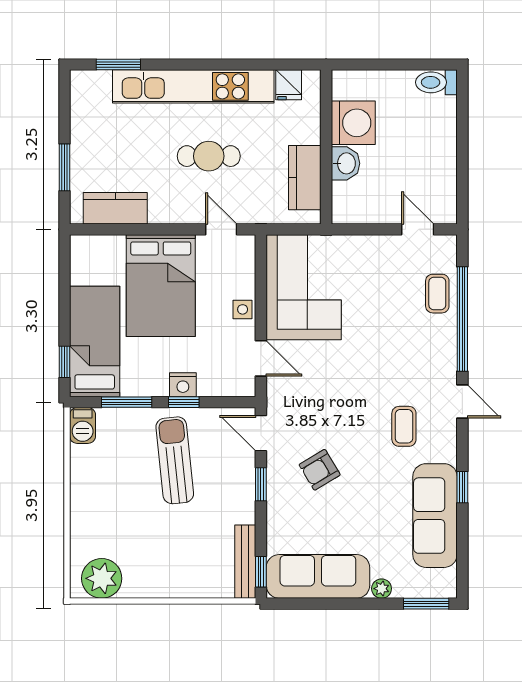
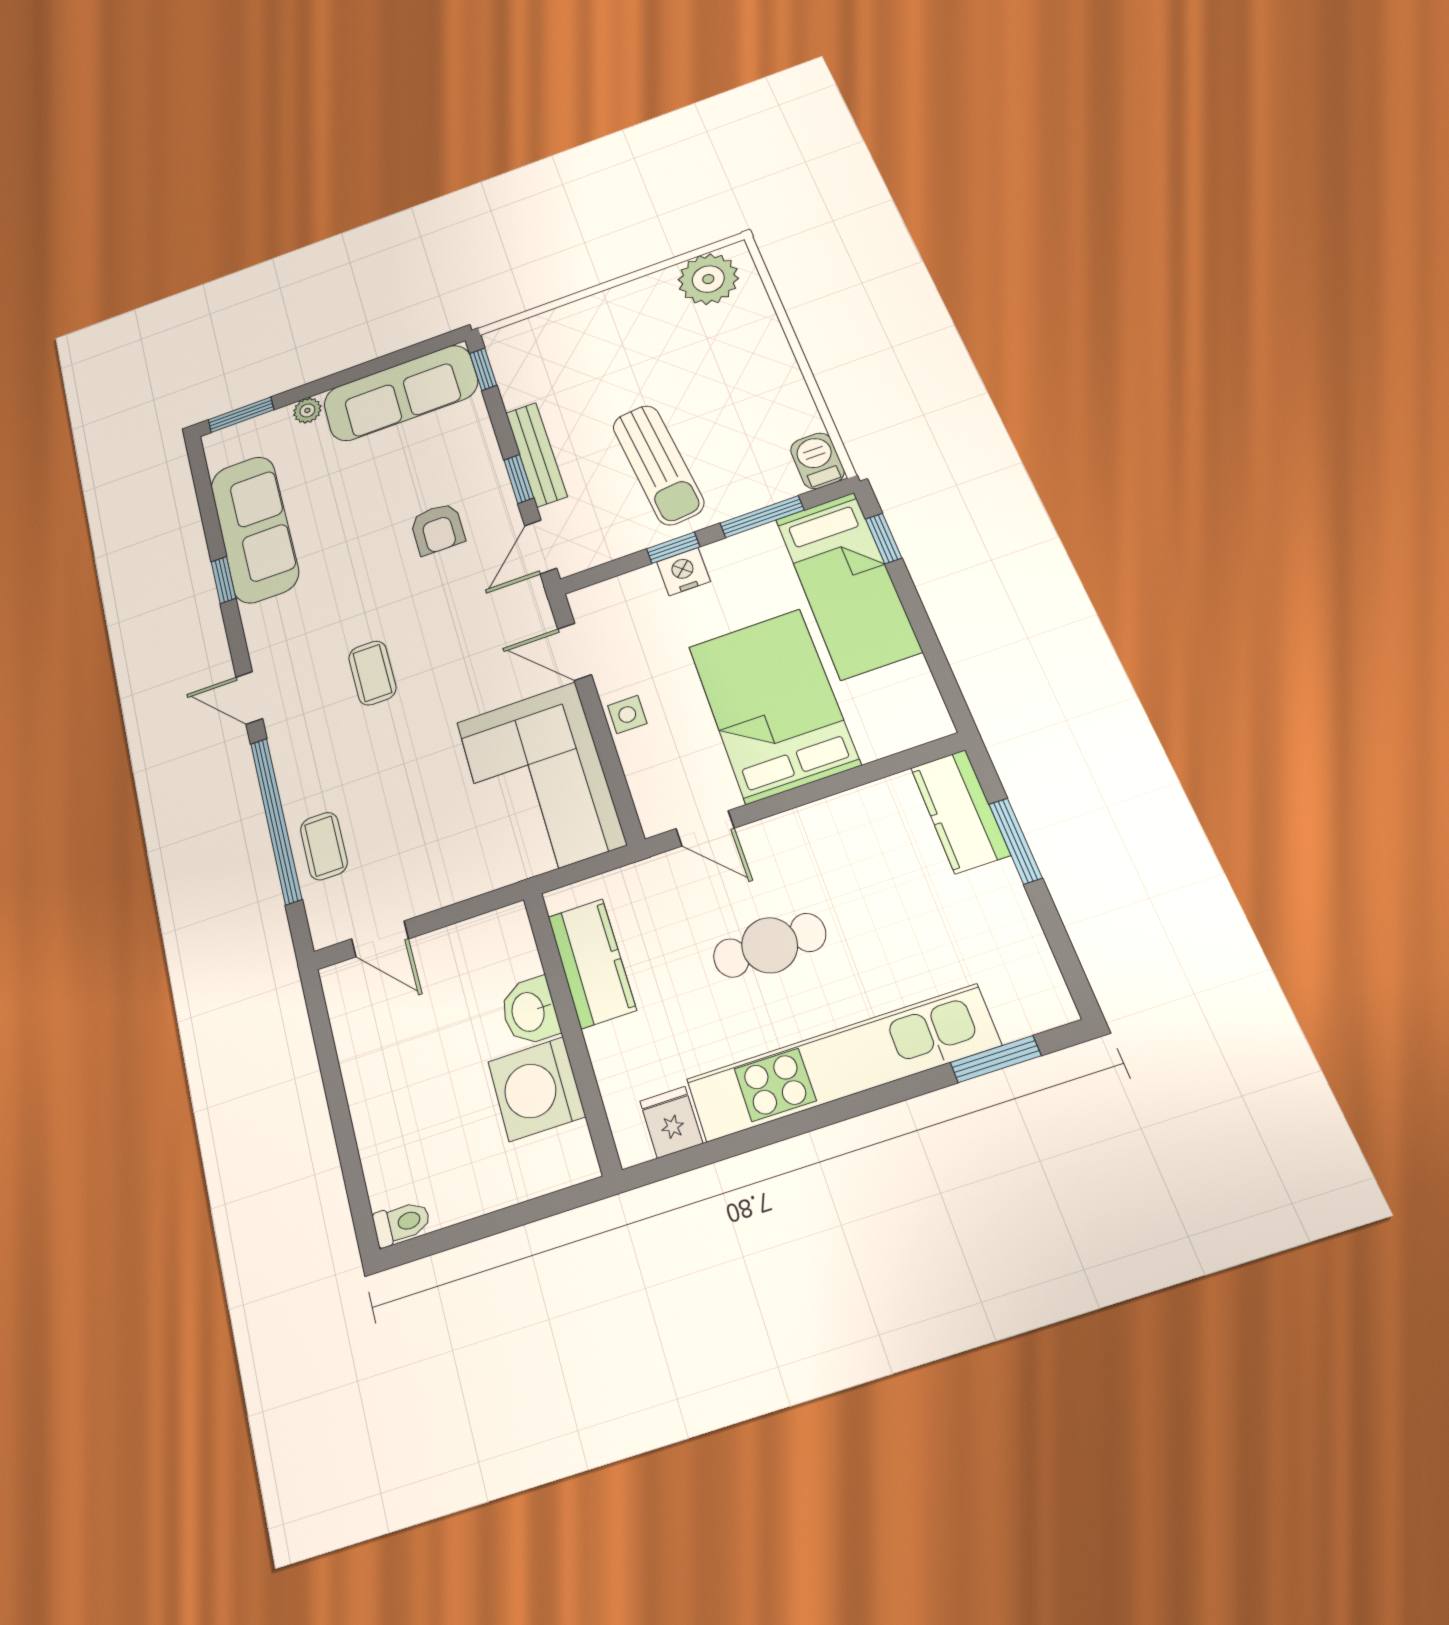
toilet: (436, 82) -> (402, 1223), width x0.73, depth x0.72
kitchen counter: (115, 208) -> (960, 811), moved, turned 90
coffee table: (404, 426) -> (372, 673), moved
door: (261, 433) -> (541, 547), swing flipped
armchair: (320, 470) -> (438, 529), turned 121
bench: (245, 562) -> (536, 454), moved

